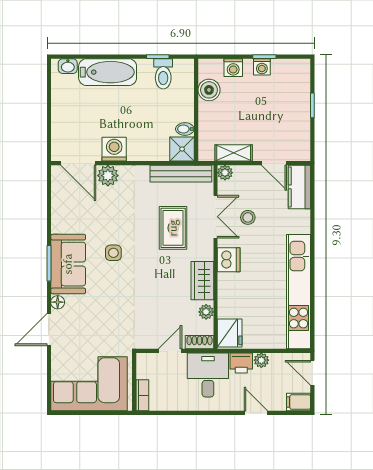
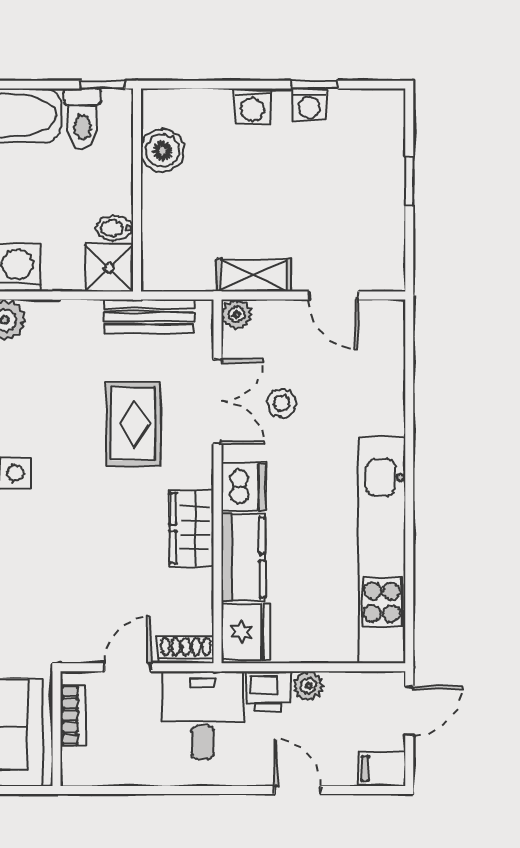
toilet: (163, 74) -> (82, 119), moved
boiler: (209, 90) -> (162, 151), moved
wall: (196, 110) -> (137, 190), moved
bidet: (185, 129) -> (115, 228), moved
shower: (182, 149) -> (109, 268), moved
bench: (181, 174) -> (149, 316), width x0.73
kitchen counter: (299, 187) -> (243, 557), moved, turned 180
plant: (206, 312) -> (199, 590), removed
door: (312, 373) -> (409, 711), swing flipped
bookcase: (142, 395) -> (73, 715), moved

